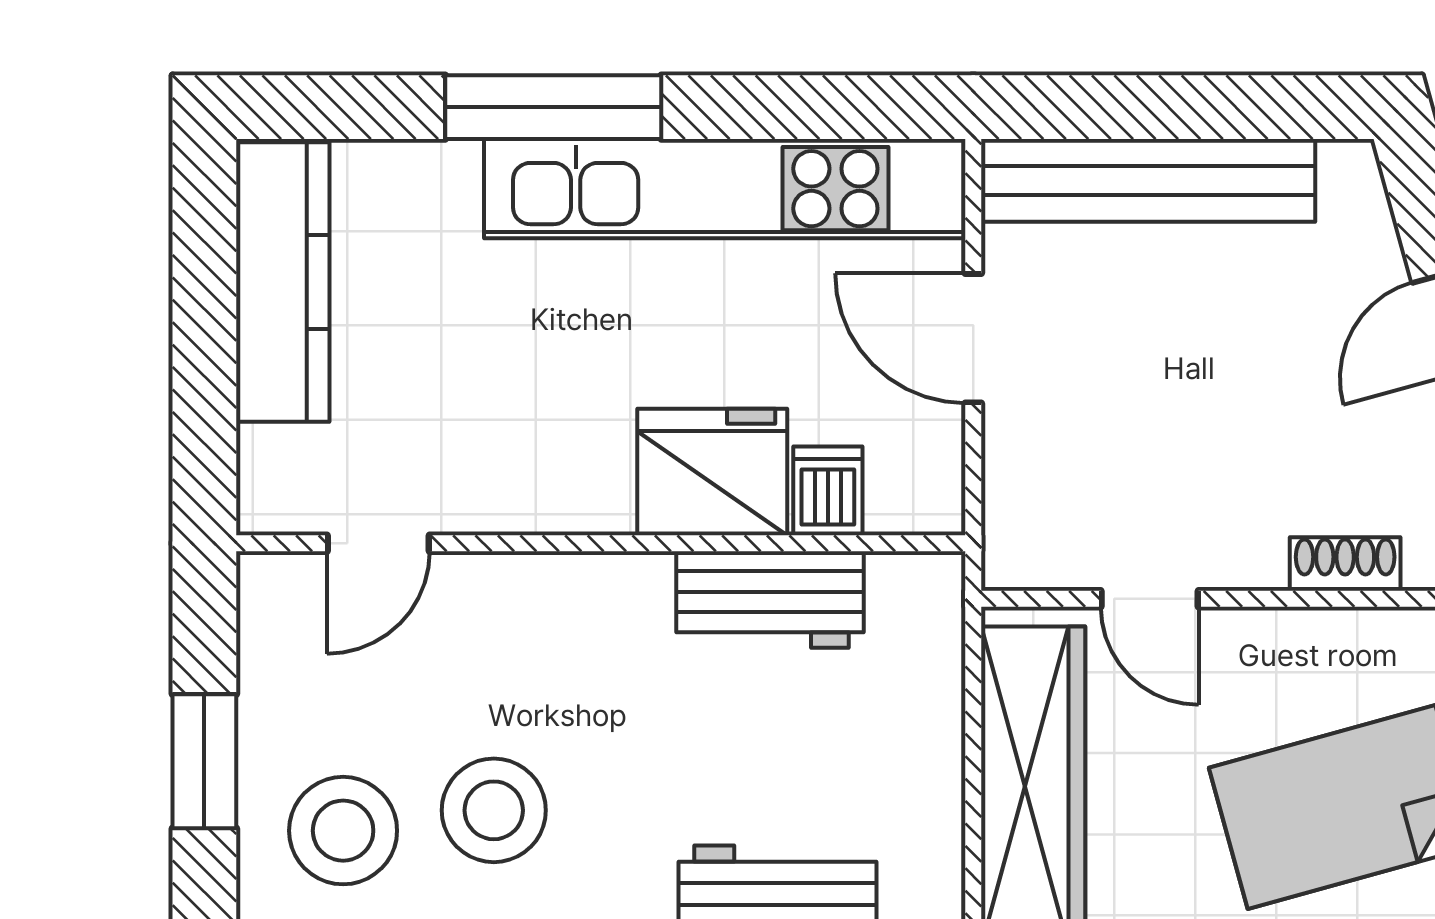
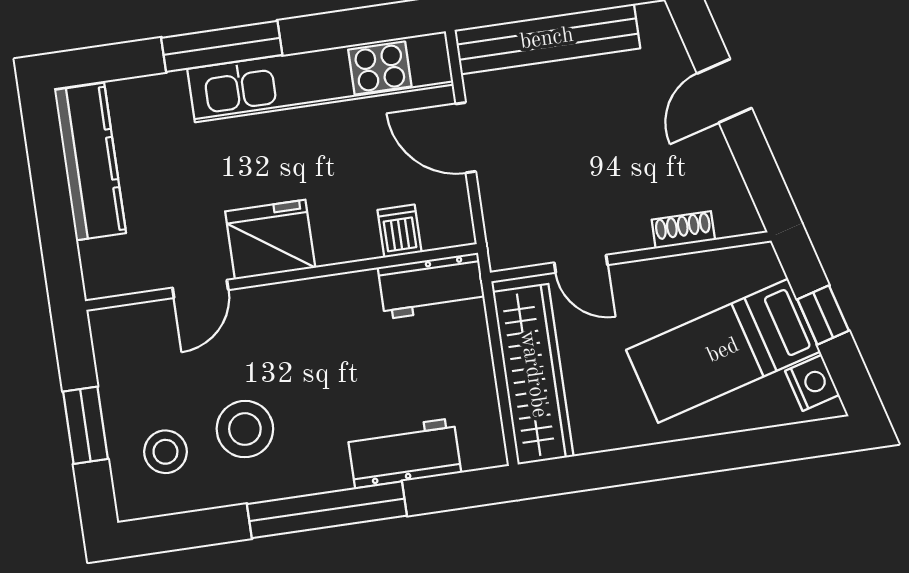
fridge: (712, 472) -> (270, 240), moved
door: (378, 543) -> (200, 289), moved
workbench: (770, 599) -> (432, 286), moved
stool: (343, 831) -> (165, 452), width x0.73, depth x0.73

